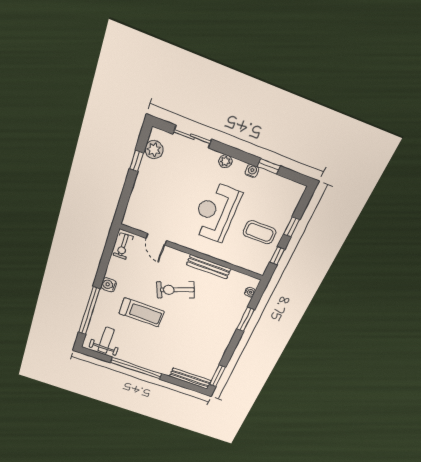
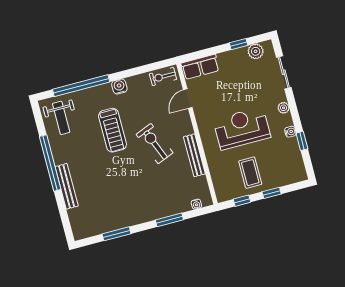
row of seats: (135, 210) -> (200, 67), added
weight bench: (106, 340) -> (61, 118), turned 90
window: (217, 376) -> (116, 234), moved
bench: (190, 379) -> (67, 186), moved

